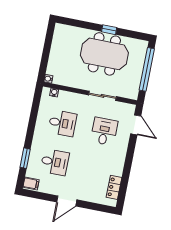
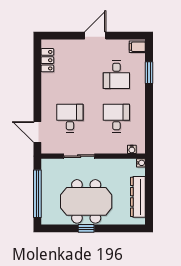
dresser: (57, 49) -> (138, 197), added
desk: (62, 123) -> (116, 118), turned 90
desk: (104, 131) -> (70, 118), turned 180
desk: (55, 162) -> (116, 75), turned -90

